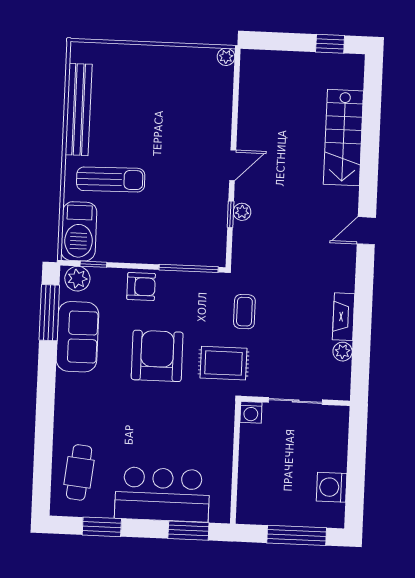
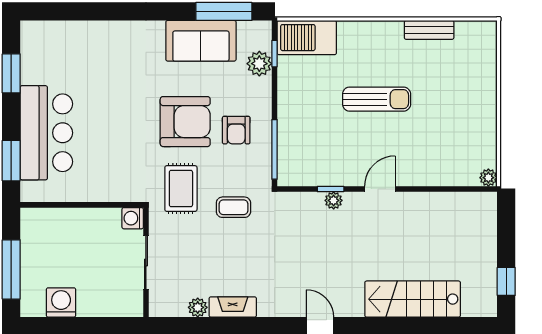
bench: (79, 109) -> (429, 30), width x0.54, depth x0.82
door: (233, 165) -> (380, 189), swing flipped
sun lounger: (111, 179) -> (377, 99), moved, turned -89
plant: (77, 279) -> (259, 64), moved
armchair: (141, 287) -> (236, 130), moved
cafe table: (79, 472) -> (65, 48), removed

